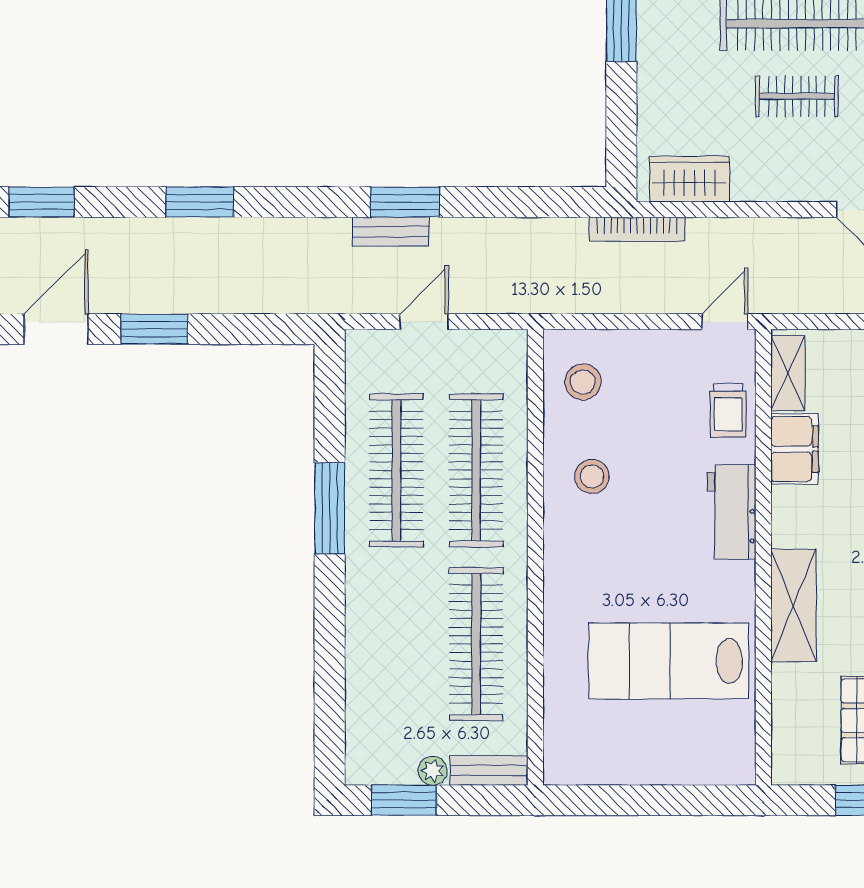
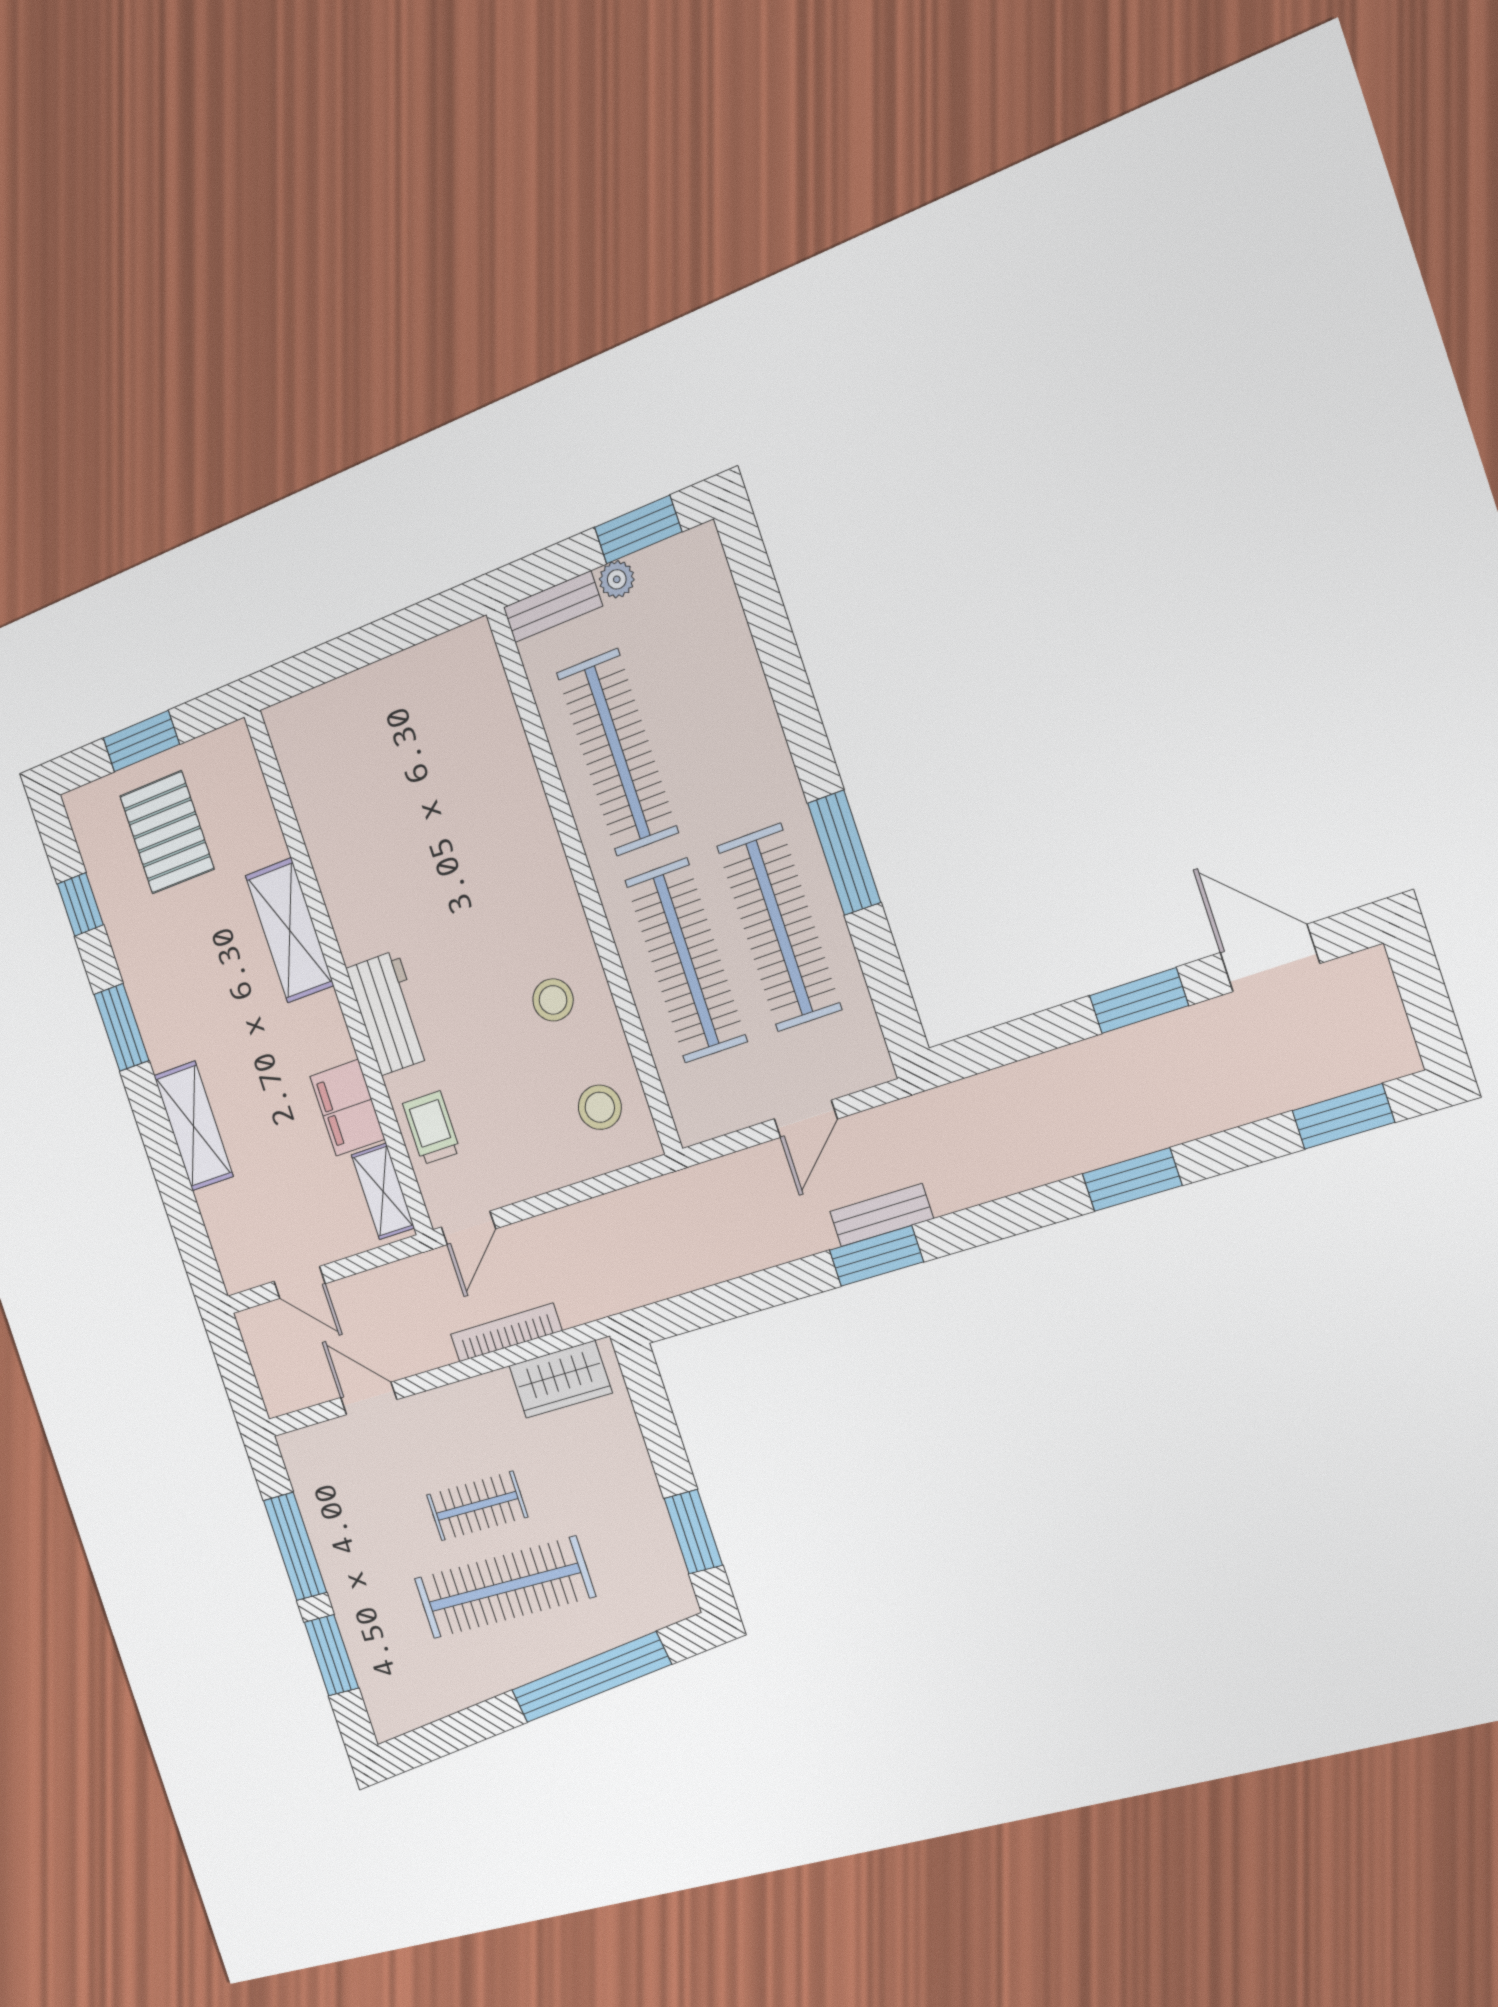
bookcase: (637, 229) -> (506, 1332), moved
door: (56, 329) -> (1270, 958), swing flipped
lab bench: (669, 661) -> (399, 816), removed

